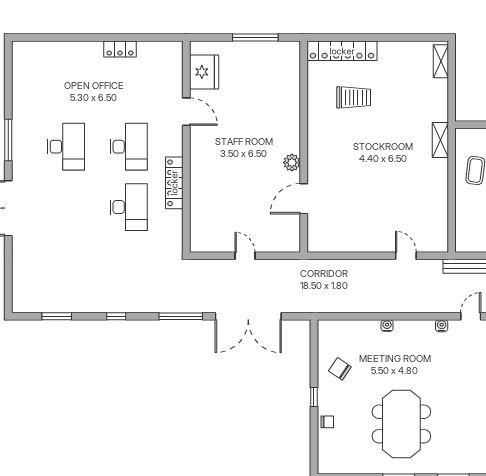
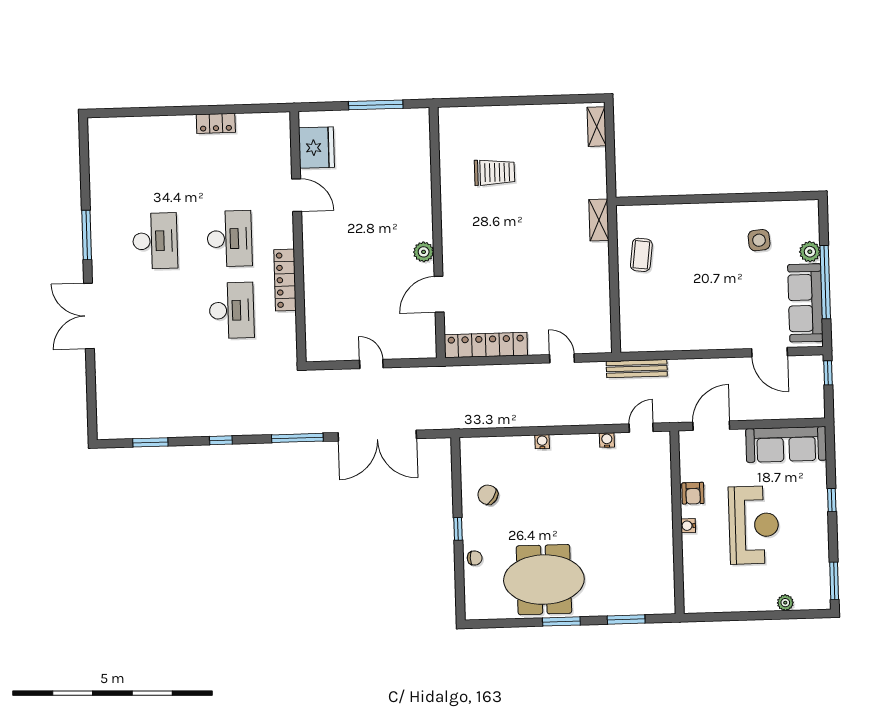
locker: (342, 51) -> (486, 345), moved, turned 180
meeting table: (401, 424) -> (544, 580), moved, turned 90

